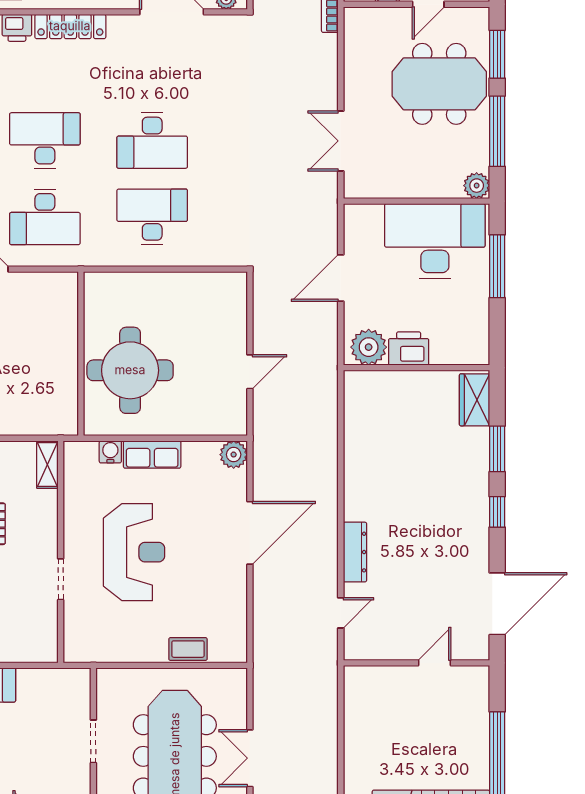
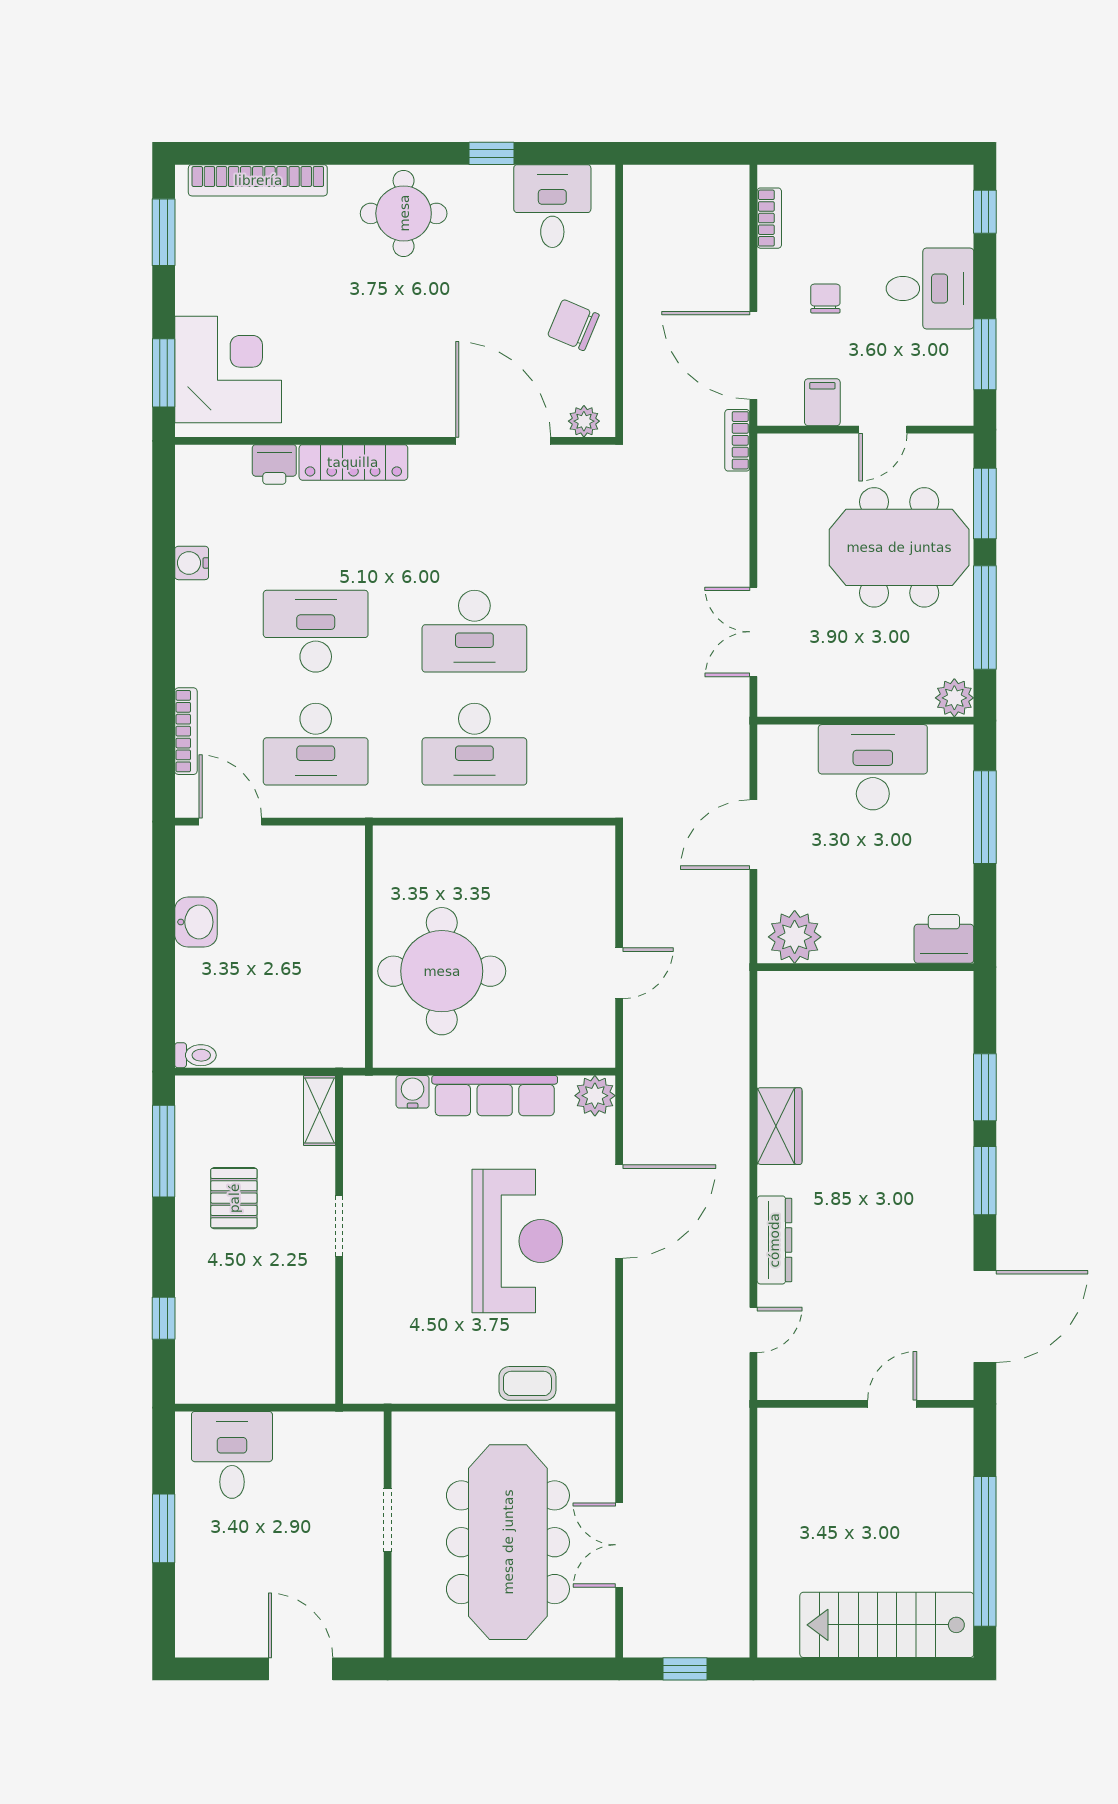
desk: (152, 217) -> (474, 744), turned 180
desk: (435, 241) -> (873, 767), width x0.73, depth x0.77
printer: (409, 348) -> (944, 939), moved
wardrobe: (475, 400) -> (779, 1126), moved, turned 180
row of seats: (152, 454) -> (495, 1096), width x1.48
window: (497, 512) -> (985, 1181), width x1.50
reception desk: (134, 552) -> (517, 1241), moved
doorway: (61, 579) -> (339, 1226), moved

